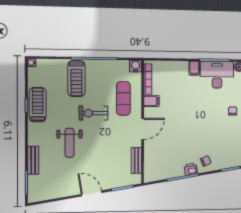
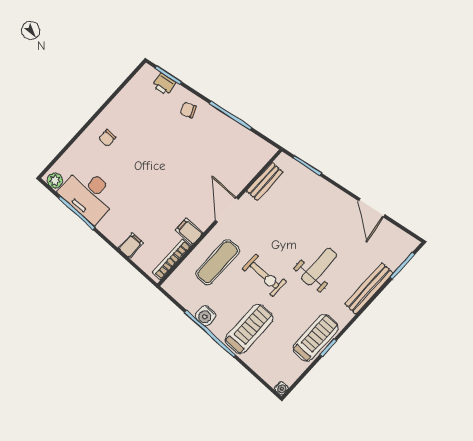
water cooler: (136, 66) -> (206, 316), moved
filing cabinet: (194, 68) -> (131, 245), moved
treadmill: (38, 105) -> (316, 338), turned 180
door: (143, 129) -> (227, 210), hinge flipped
bench: (33, 160) -> (369, 288), width x1.36
printer: (191, 169) -> (164, 84), moved
door: (92, 193) -> (372, 208), moved

